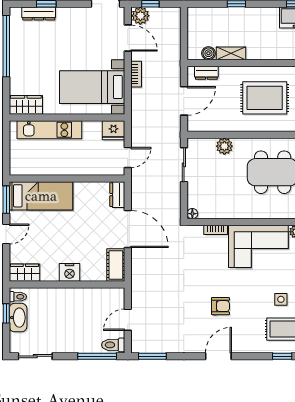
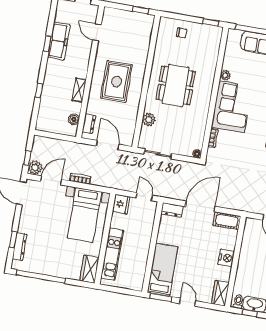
shelving: (231, 53) -> (79, 90), moved

